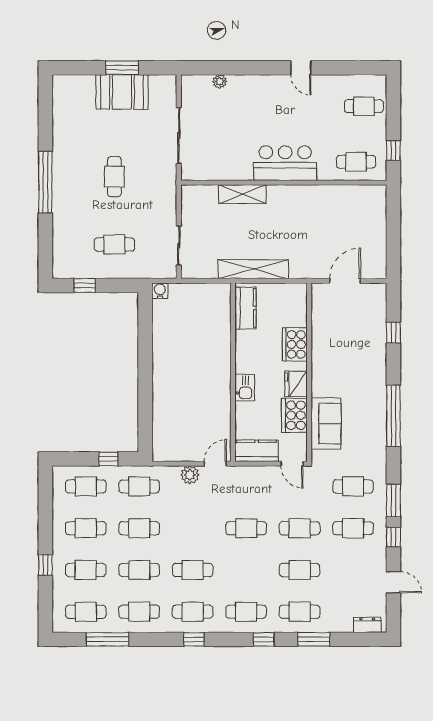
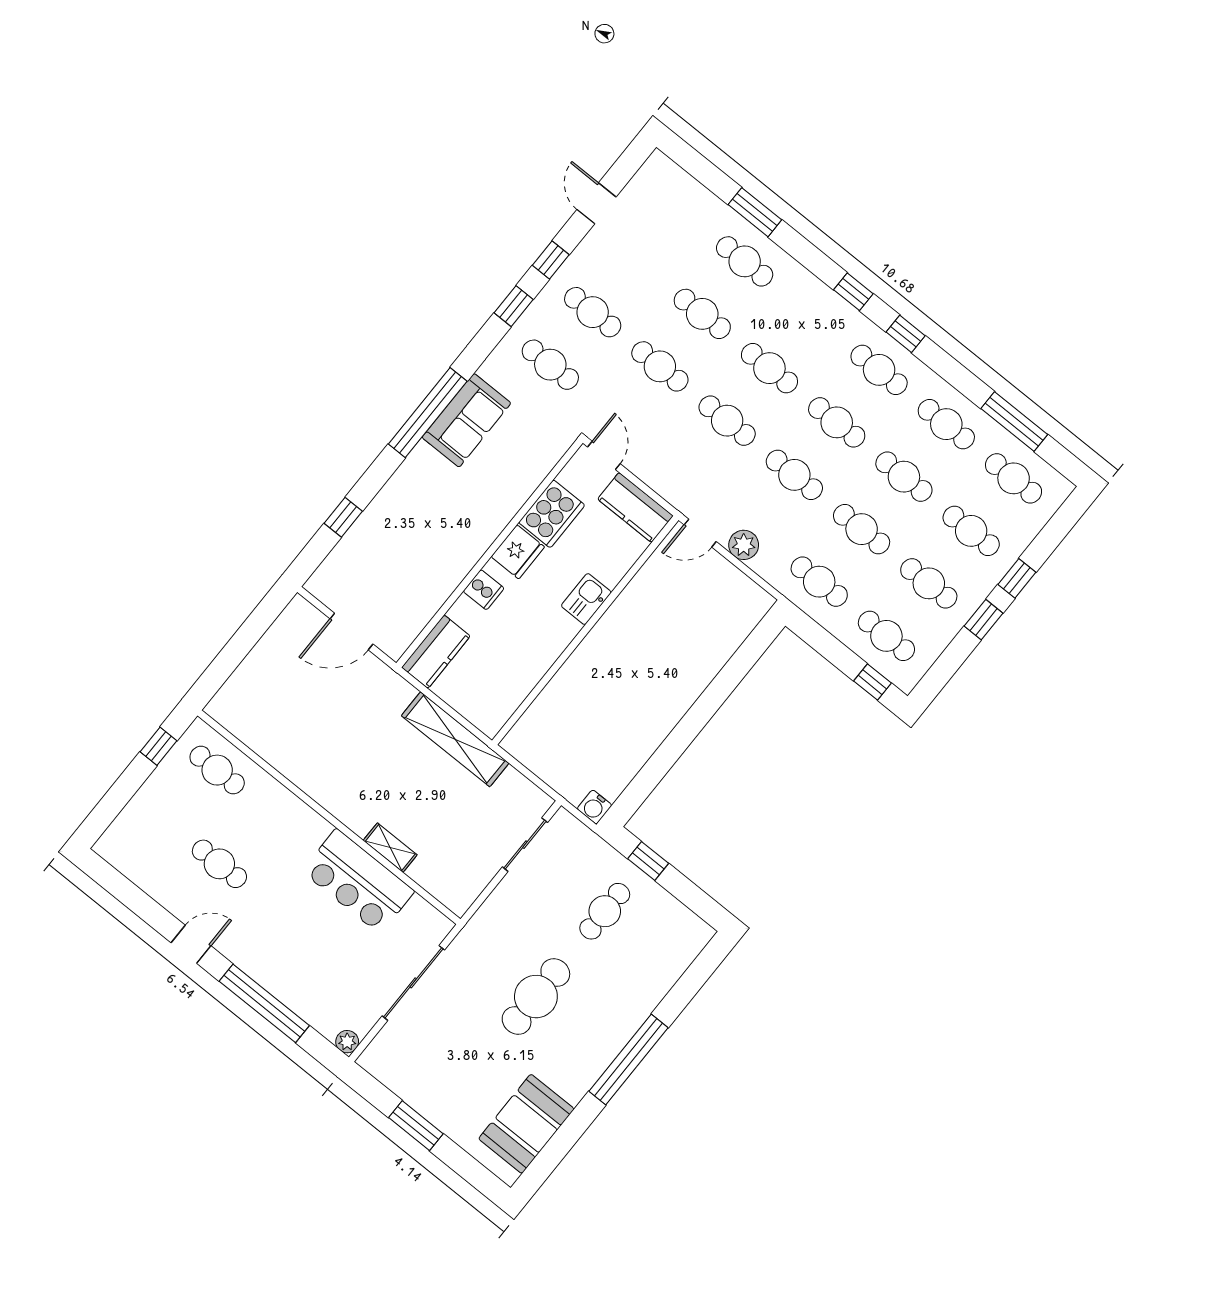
window: (243, 68) -> (264, 1003), added
door: (301, 68) -> (191, 944), hinge flipped
plant: (220, 82) -> (347, 1042), moved
booth: (122, 92) -> (526, 1124), moved, turned 90
cafe table: (364, 106) -> (219, 864), moved
bar counter: (285, 163) -> (358, 881), moved
cafe table: (114, 177) -> (536, 997), width x1.37, depth x1.35
shelving: (242, 194) -> (390, 848), width x0.67, depth x0.75
cafe table: (114, 244) -> (605, 911), turned 90
window: (85, 286) -> (648, 861), moved
kitchen counter: (246, 308) -> (436, 652), moved, turned 180
cooker: (295, 344) -> (484, 590), width x0.53, depth x0.76
sofa: (326, 424) -> (466, 420), moved, turned 180
window: (109, 459) -> (873, 682), moved
window: (393, 501) -> (514, 306), width x0.67
cafe table: (193, 528) -> (794, 475), added
window: (45, 532) -> (984, 620), added
cafe table: (246, 612) -> (769, 368), moved
dresser: (367, 625) -> (673, 176), removed
window: (264, 639) -> (853, 292), moved

